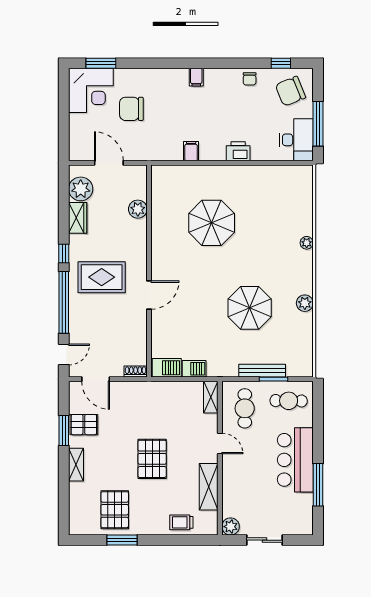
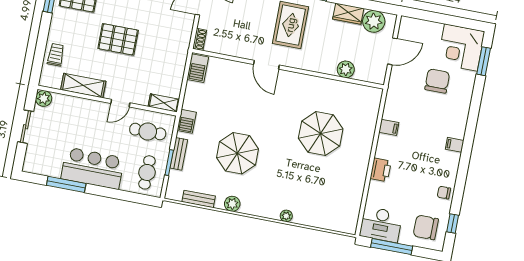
chair: (290, 91) -> (426, 227), turned -68
bench: (306, 340) -> (199, 199), added
barbecue: (194, 369) -> (187, 121), moved
bench: (262, 371) -> (179, 154), width x0.73

